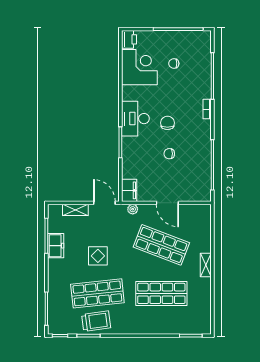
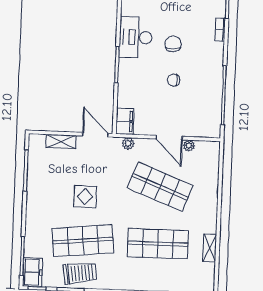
plant: (184, 209) -> (189, 146), added
freezer: (56, 246) -> (33, 272), moved
shelving: (206, 265) -> (210, 248), moved

